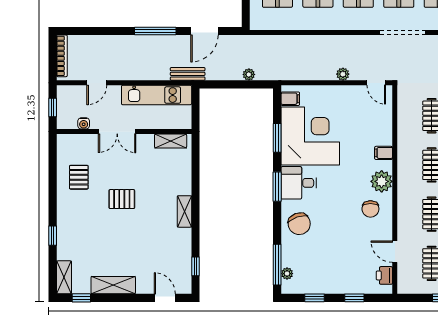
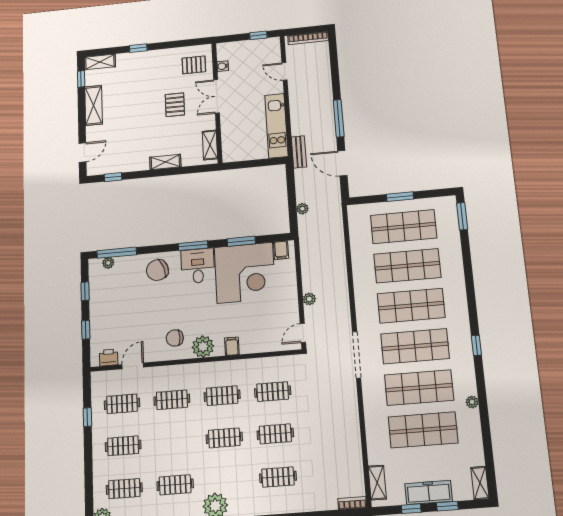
water cooler: (84, 123) -> (223, 66), moved
double door: (117, 131) -> (217, 96), moved
wall: (124, 131) -> (217, 102), moved
shelving: (171, 141) -> (210, 145), moved

